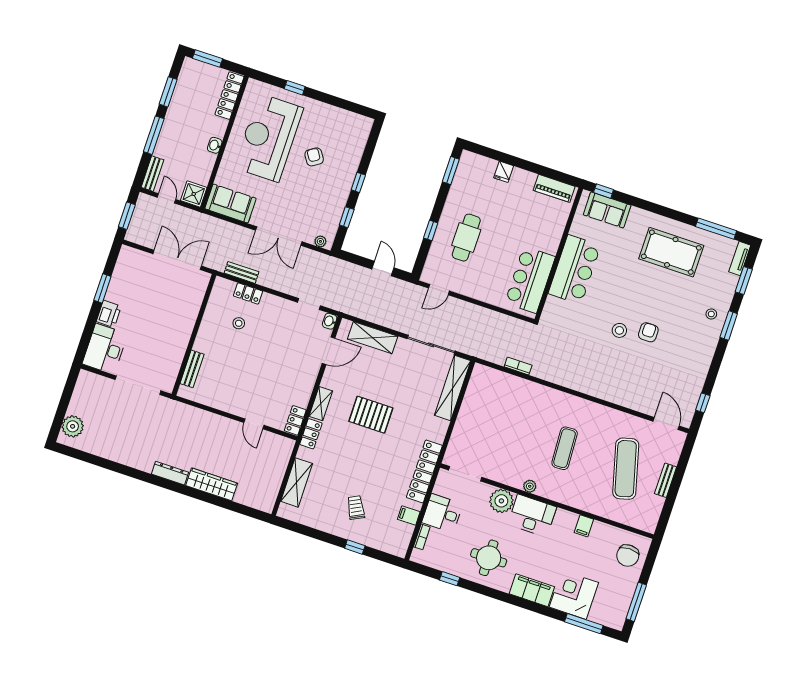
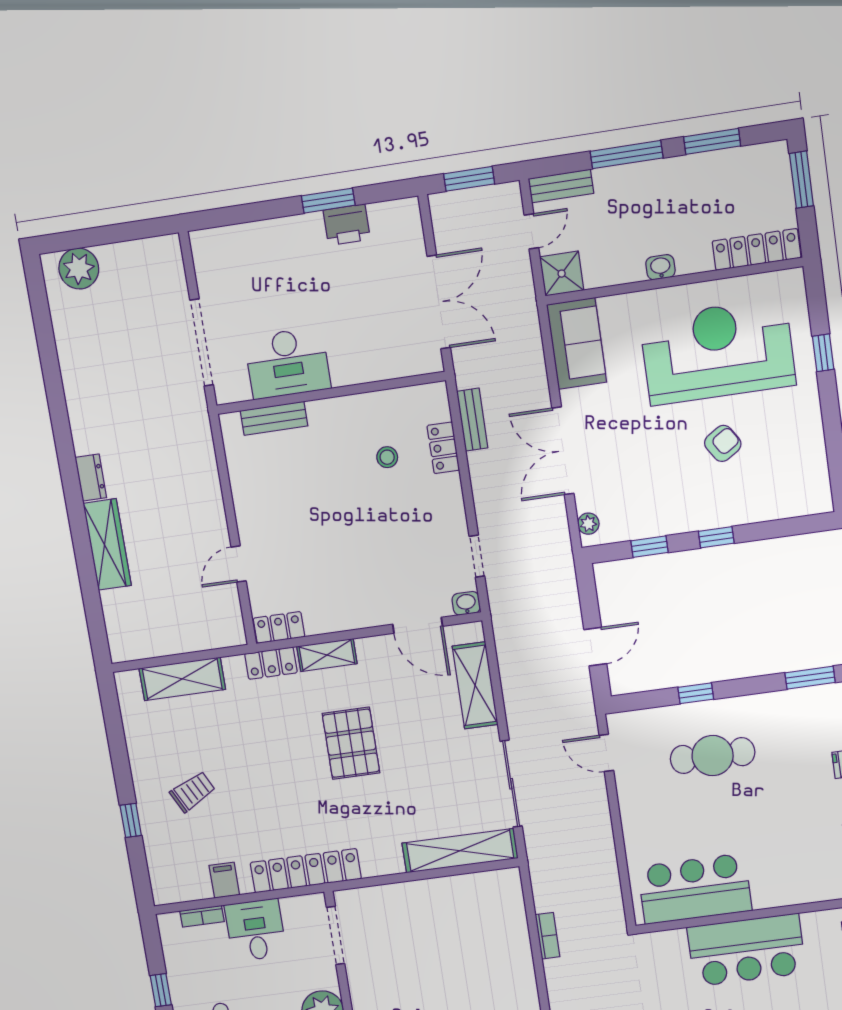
printer: (109, 314) -> (347, 225), moved
desk: (105, 349) -> (287, 363), moved, turned 180
dresser: (170, 473) -> (91, 478), width x0.70

